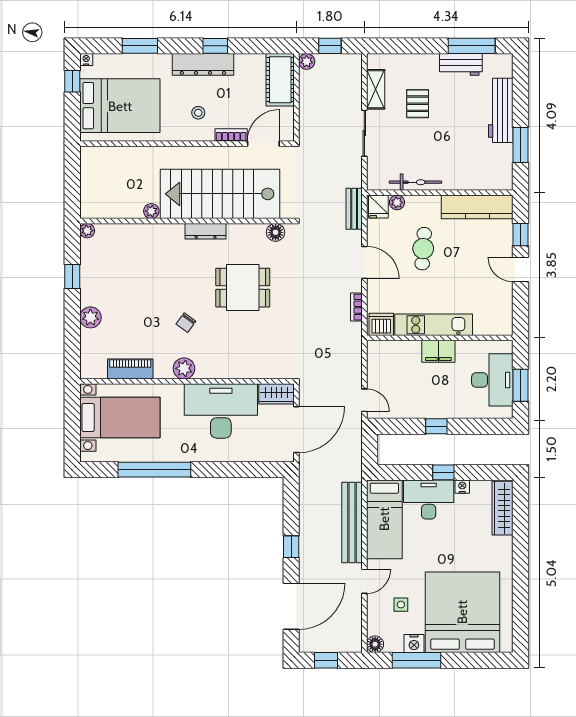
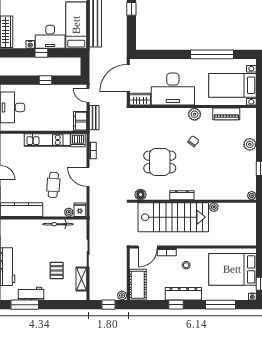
window: (140, 46) -> (221, 305), width x1.44
bench: (354, 209) -> (94, 118), moved
filing cabinet: (438, 351) -> (80, 121), moved, turned -90

